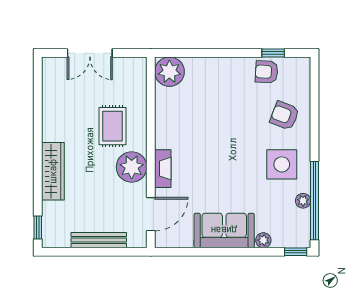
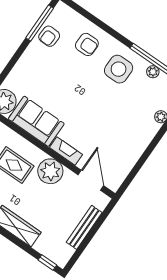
window: (273, 53) -> (40, 23), width x2.17
armchair: (285, 115) -> (87, 44), turned -111
sofa: (224, 230) -> (36, 121), moved, turned 90

